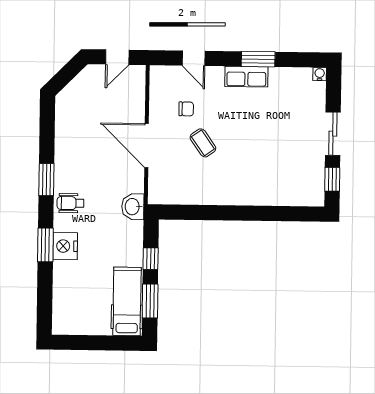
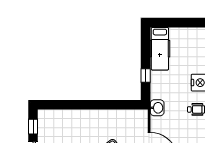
window: (150, 301) -> (146, 49), removed

